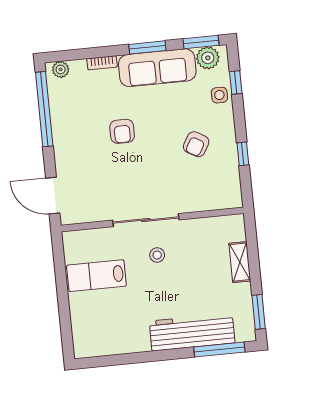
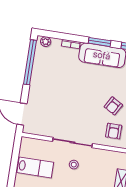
armchair: (122, 131) -> (114, 131), moved
lab bench: (96, 276) -> (35, 167), turned 180

